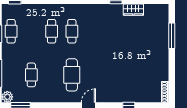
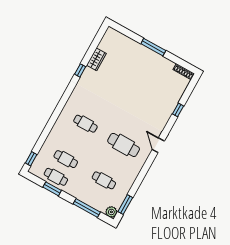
cafe table: (52, 31) -> (66, 159), moved
window: (172, 36) -> (153, 47), moved

